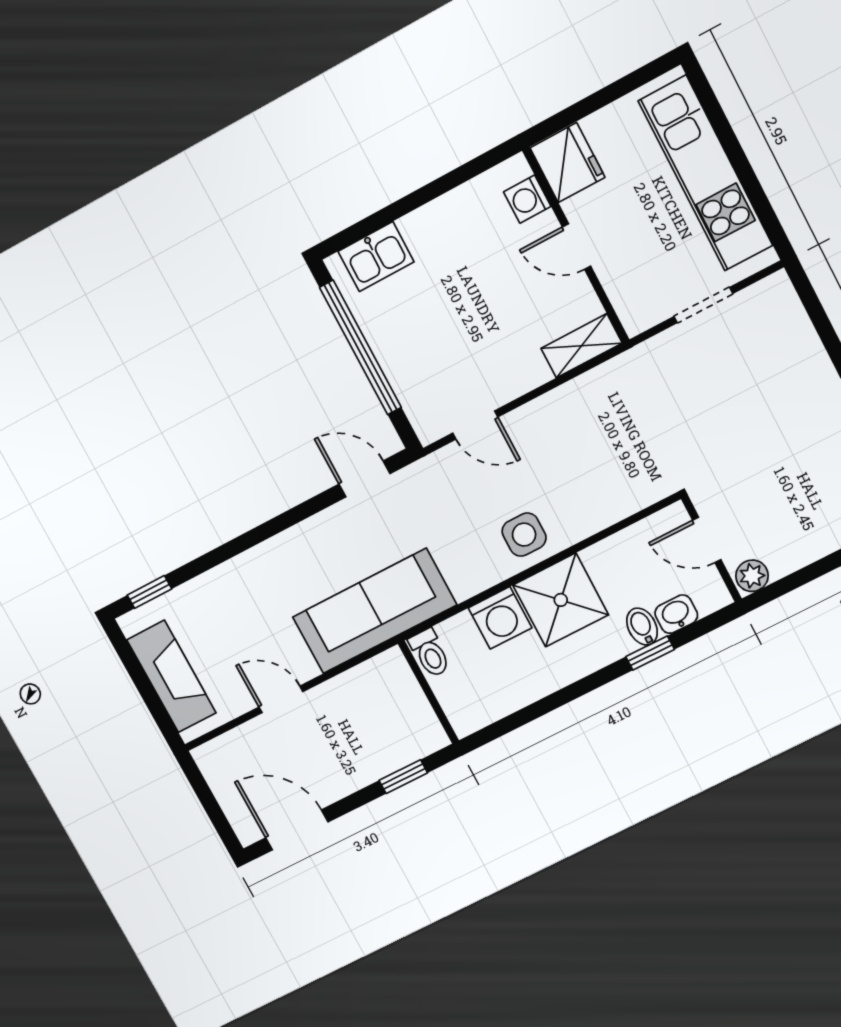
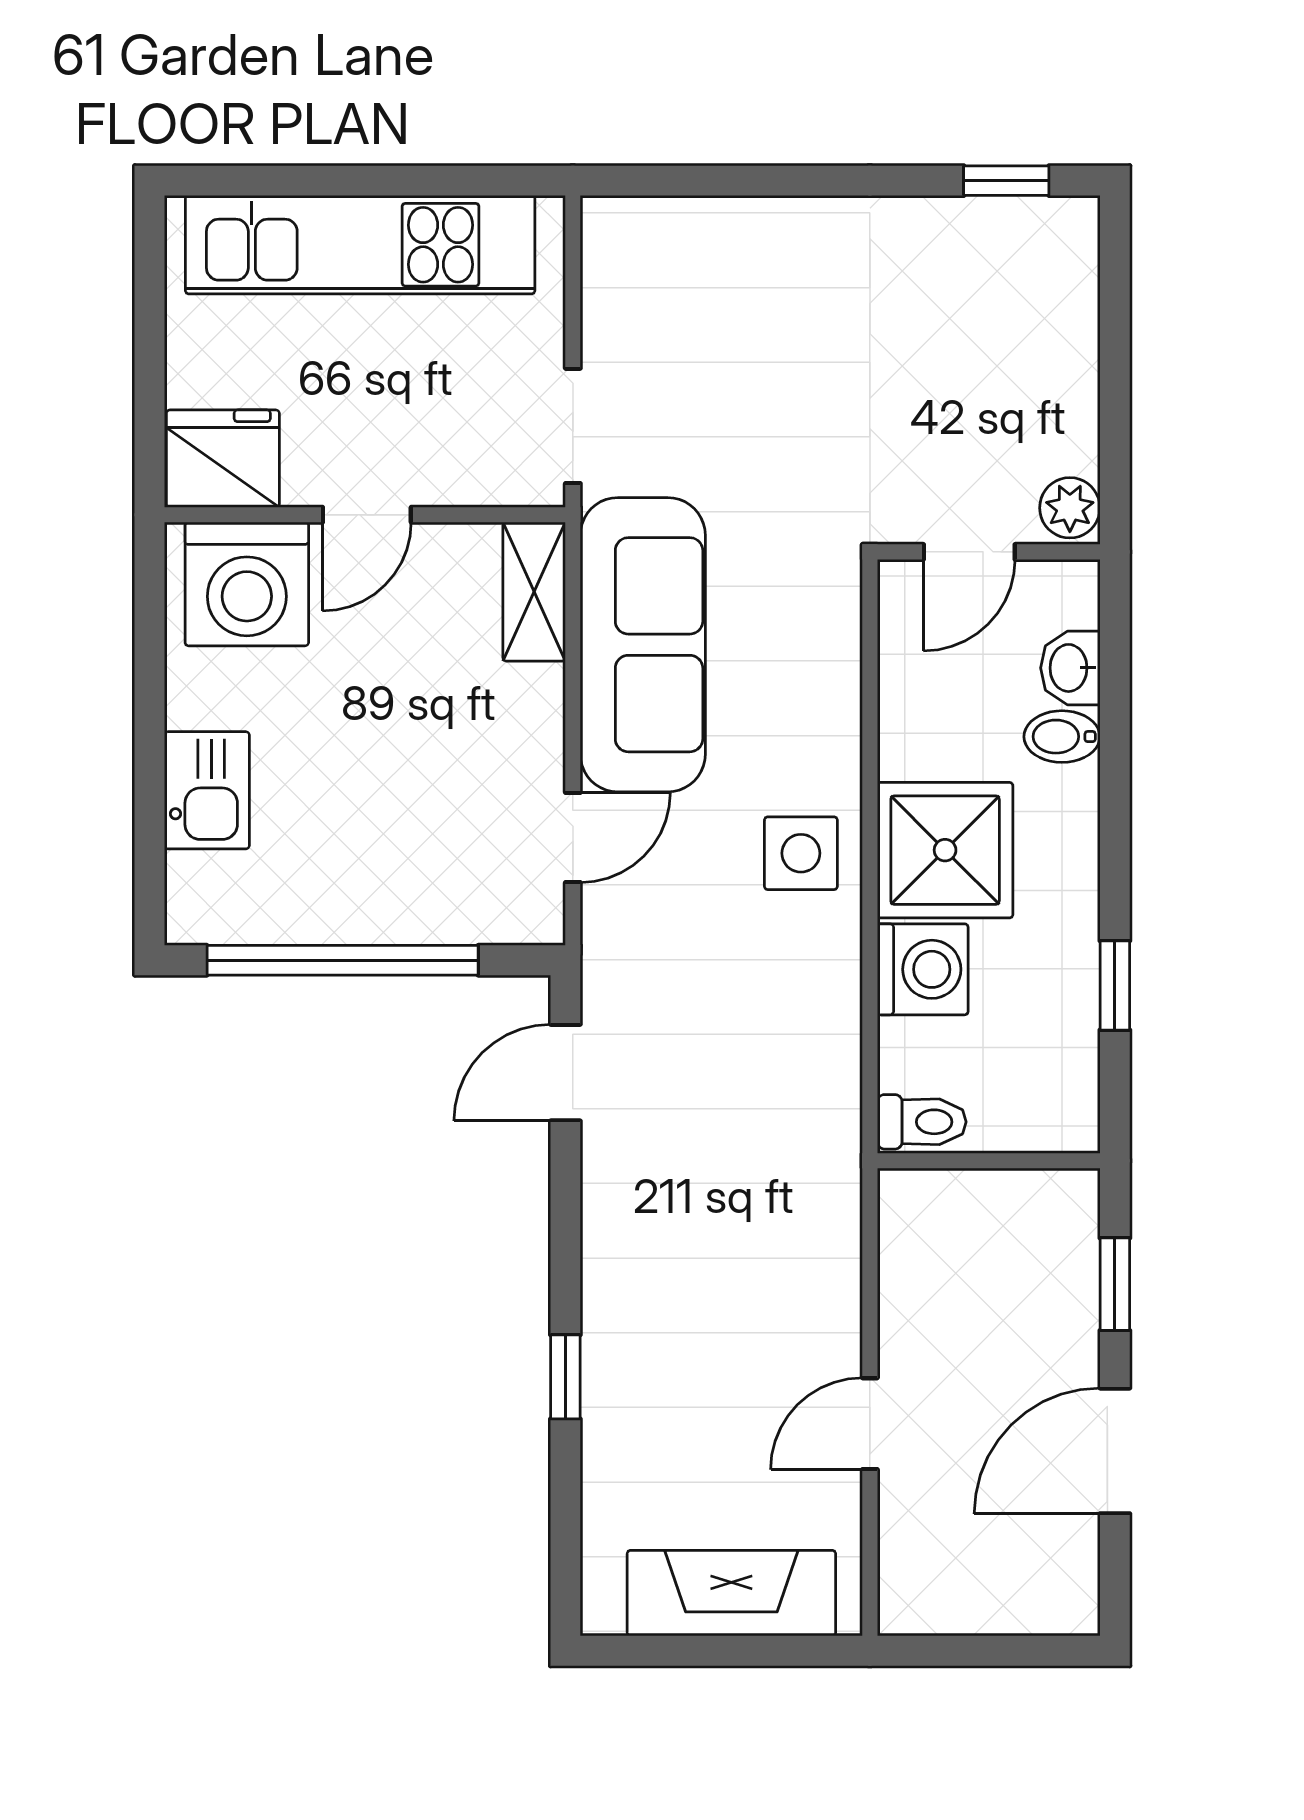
washing machine: (527, 199) -> (247, 584), width x1.89, depth x1.89
kitchen sink: (376, 257) -> (207, 790), moved
doorway: (703, 305) -> (573, 426), moved
window: (149, 592) -> (565, 1377), moved
sofa: (375, 611) -> (643, 645), moved, turned 180
window: (650, 653) -> (1115, 985), moved
door: (297, 830) -> (1115, 1451), moved

